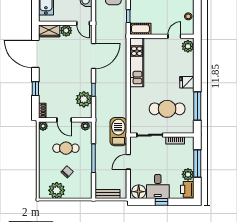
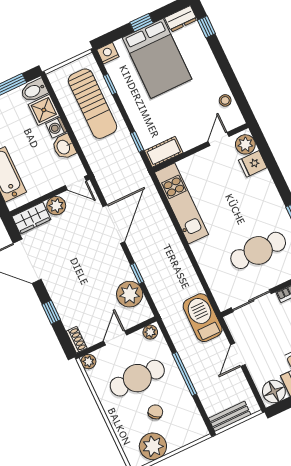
fridge: (187, 82) -> (253, 164), moved
door: (64, 120) -> (115, 338), swing flipped
cafe table: (66, 148) -> (137, 378), width x1.37, depth x1.35

